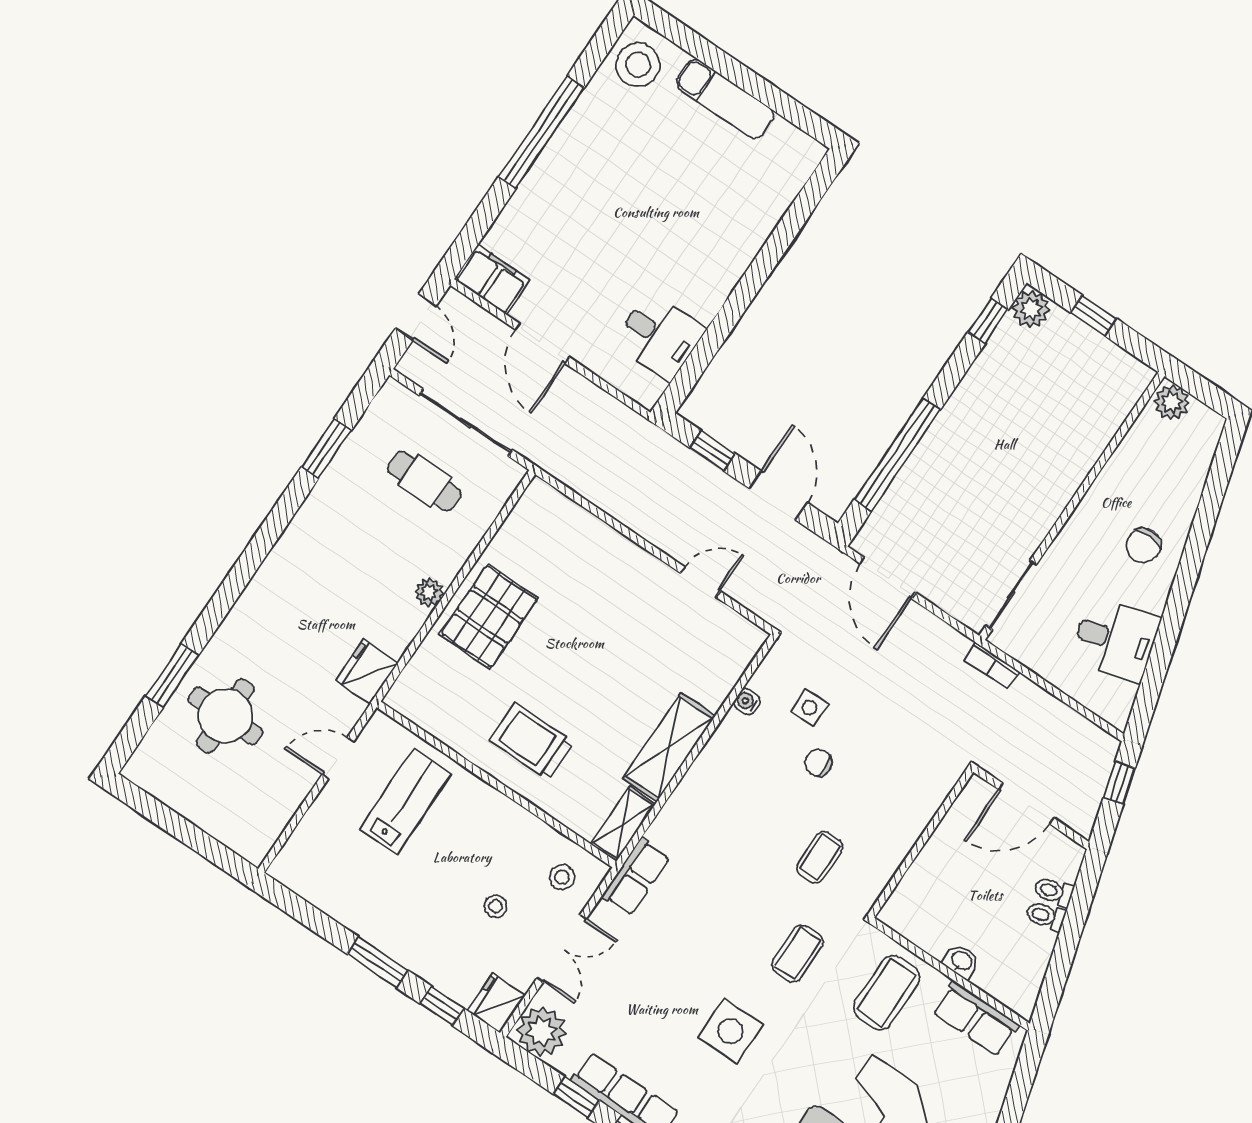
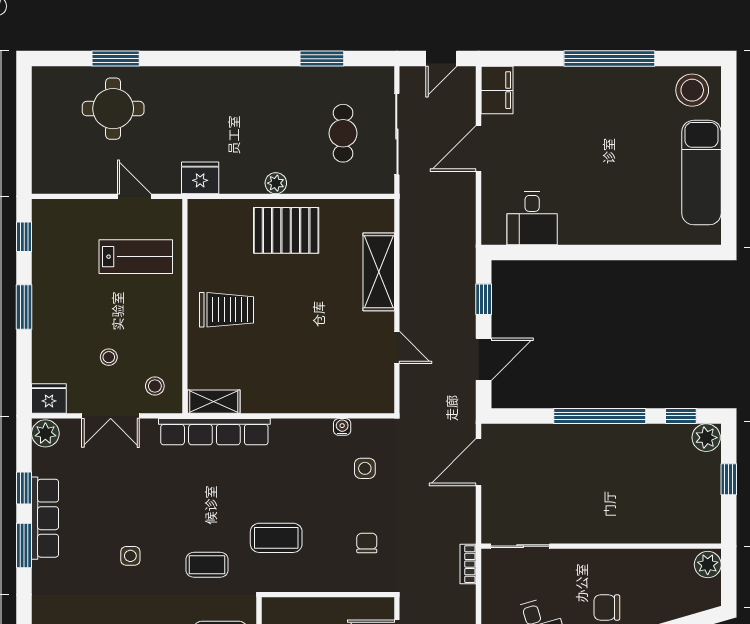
exam couch: (725, 99) -> (701, 173), width x1.36, depth x1.45
window: (897, 454) -> (600, 416), moved
trolley: (532, 741) -> (226, 310), turned 90
shelving: (669, 747) -> (379, 272), moved, turned 90
chair: (818, 763) -> (367, 543), moved
coffee table: (820, 857) -> (276, 538), width x1.36, depth x1.30
row of seats: (636, 877) -> (214, 432), width x2.02
window: (442, 1006) -> (24, 237), moved
plant: (541, 1031) -> (45, 433), width x0.73, depth x0.73
side table: (730, 1031) -> (130, 556), width x0.54, depth x0.54

